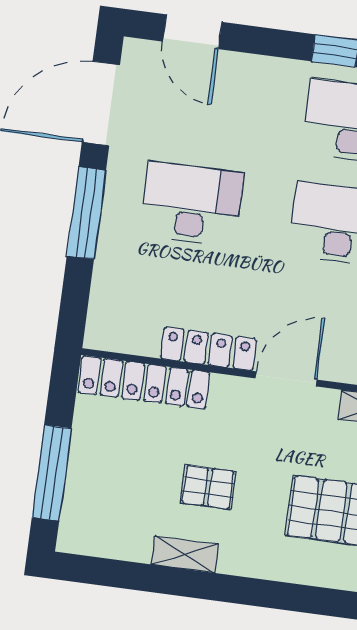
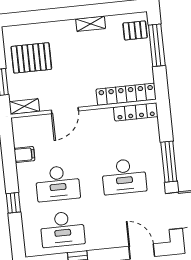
locker: (208, 349) -> (136, 112), moved
pallet: (208, 487) -> (135, 30), moved

